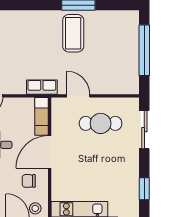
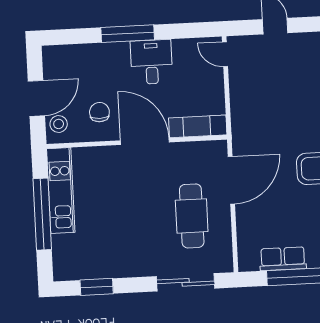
row of seats: (42, 87) -> (283, 259), moved, turned -90
door: (78, 96) -> (231, 180), width x1.36

